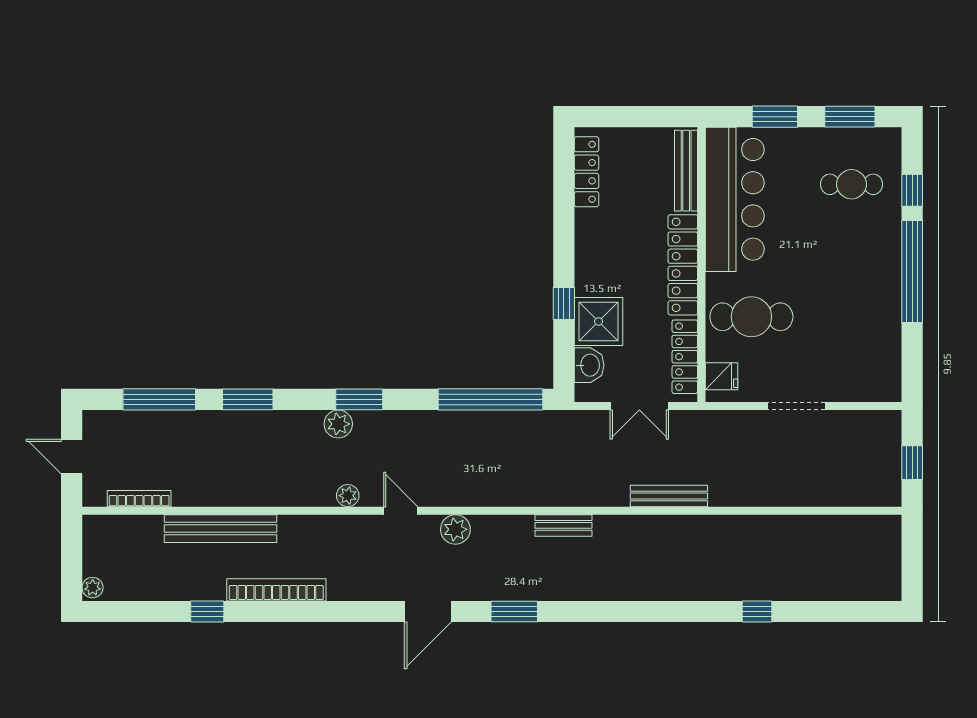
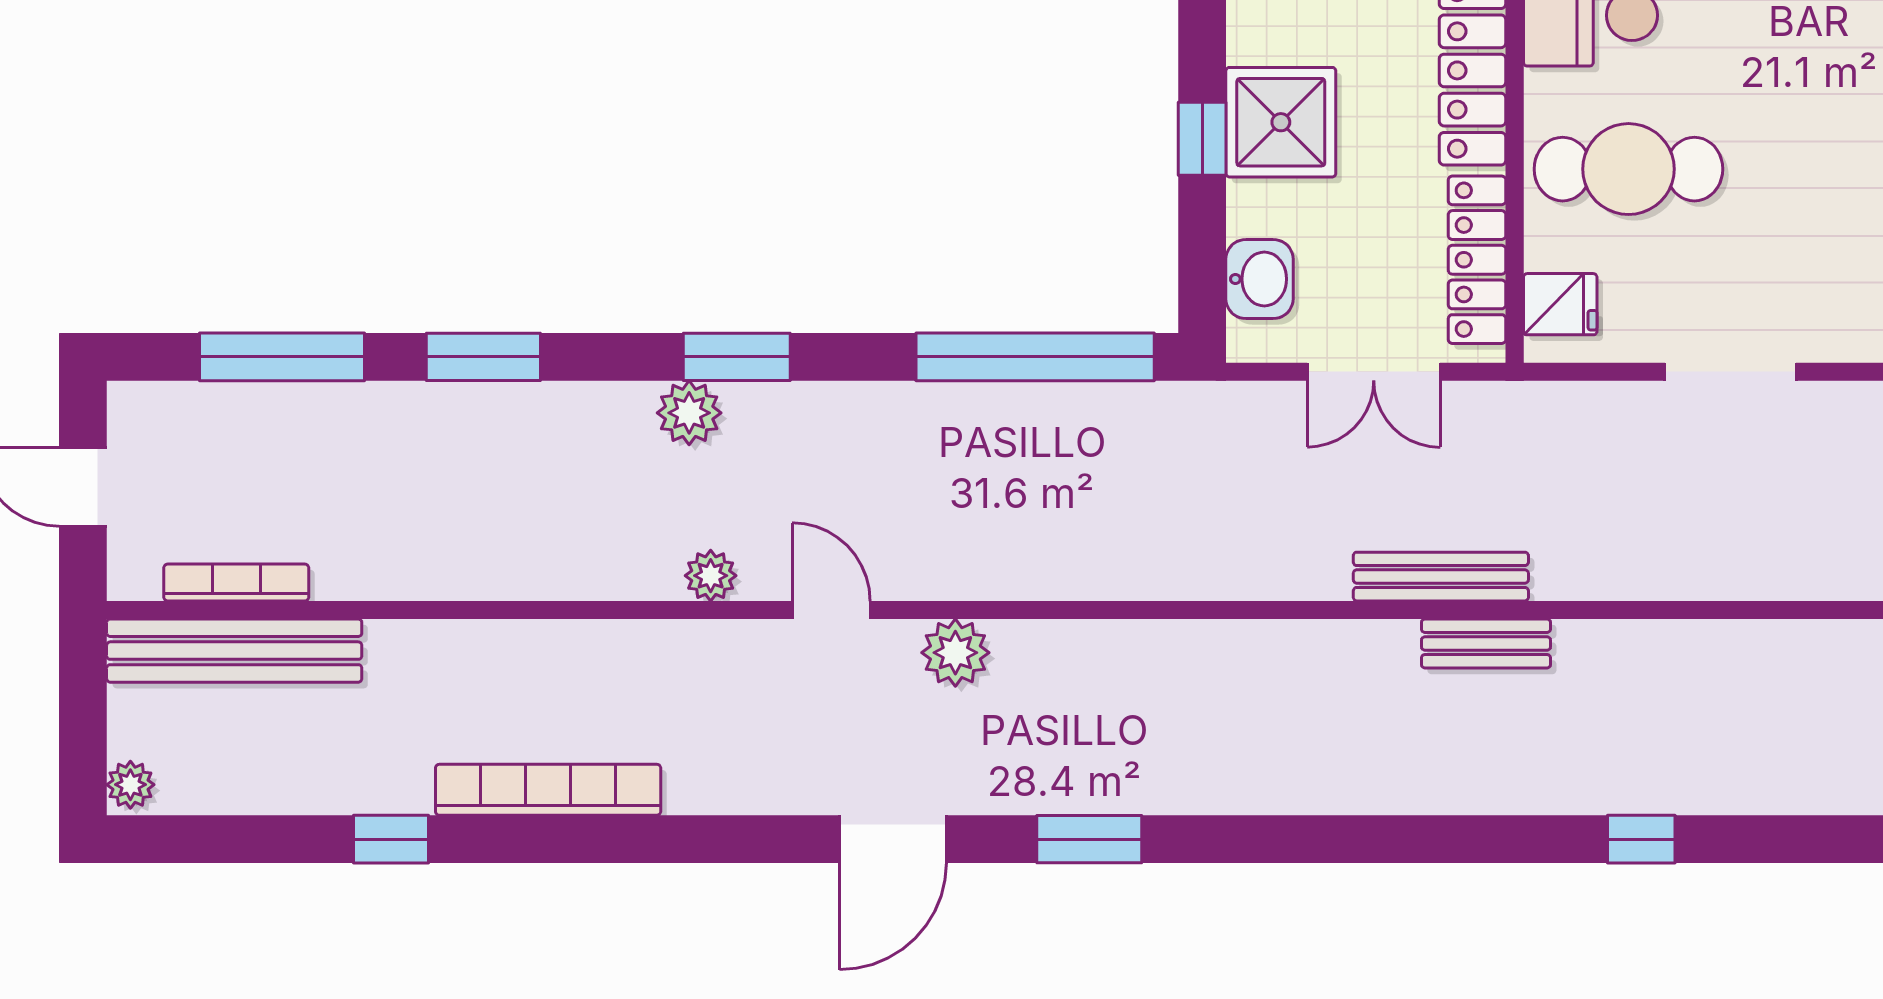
shower: (599, 321) -> (1281, 122), moved
bench: (564, 525) -> (1486, 643), moved
bench: (220, 529) -> (234, 651), moved

